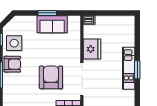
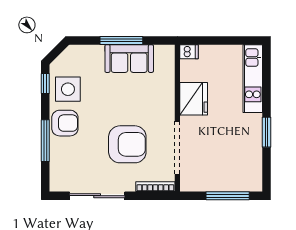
window: (47, 13) -> (121, 40), width x1.44
kitchen unit: (129, 68) -> (253, 79), moved
armchair: (51, 77) -> (127, 144), turned 90

